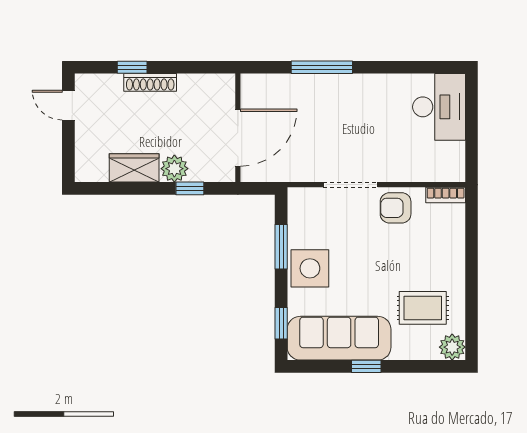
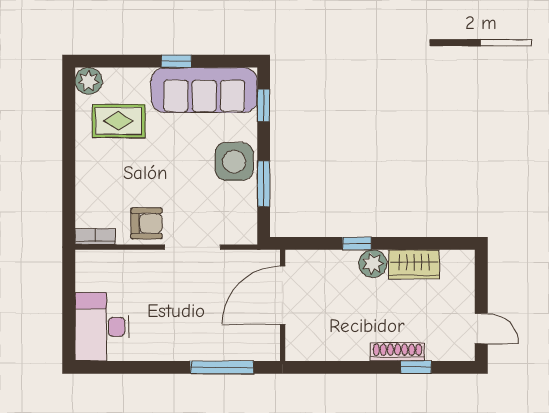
wall: (238, 128) -> (283, 305), moved
door: (238, 138) -> (283, 295), moved

